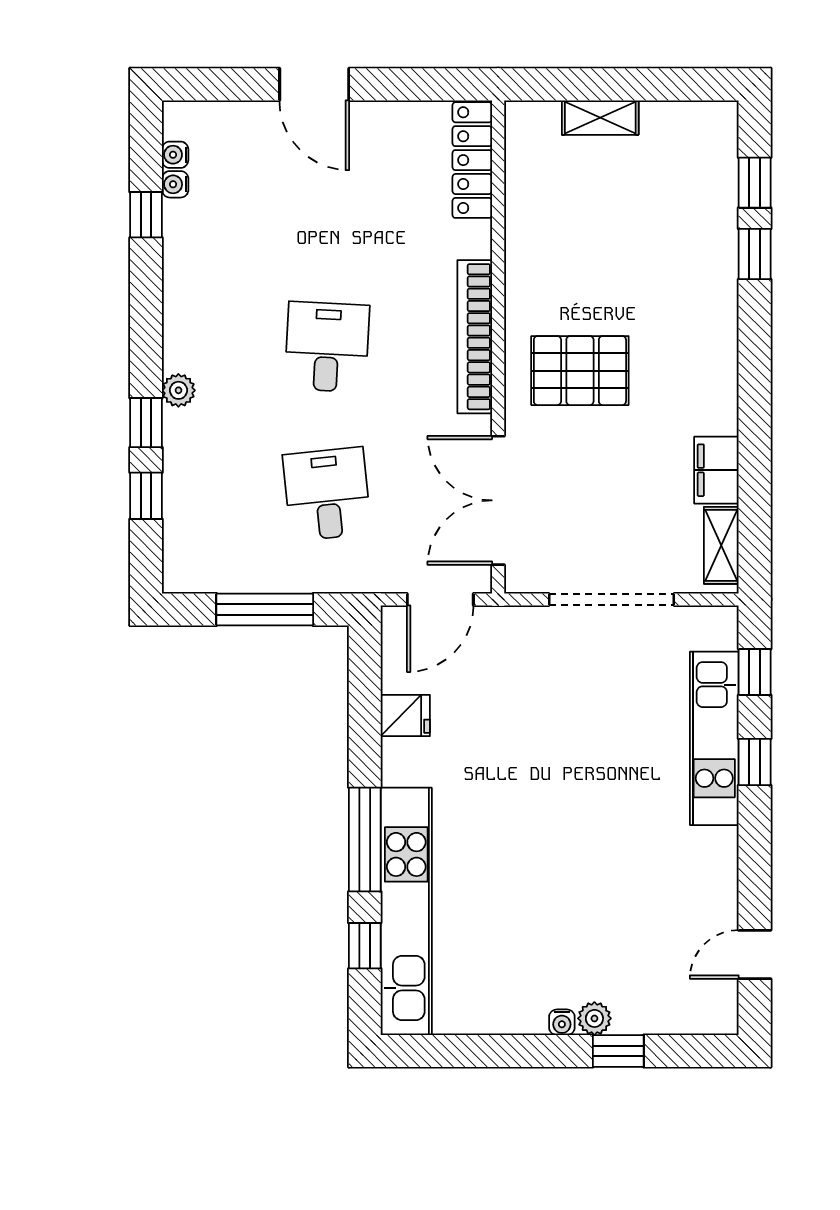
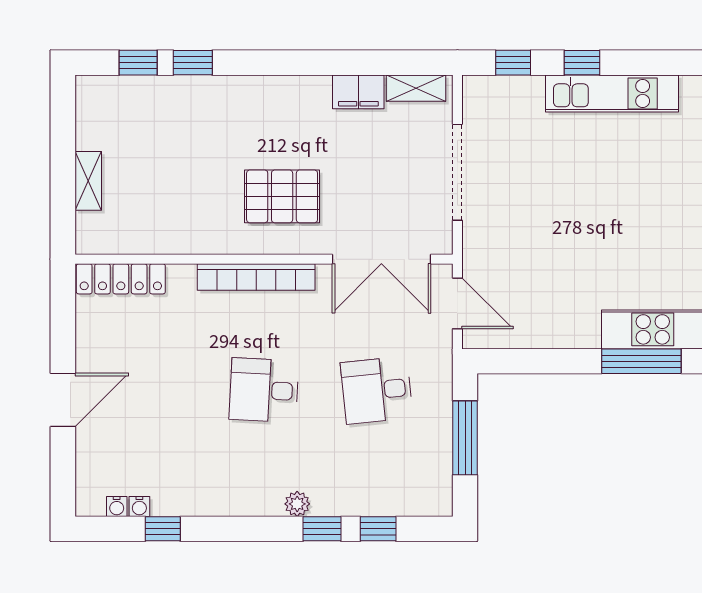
pallet: (580, 371) -> (282, 196), turned 90
fridge: (405, 715) -> (546, 330), removed
kitchen unit: (714, 738) -> (612, 93), moved

